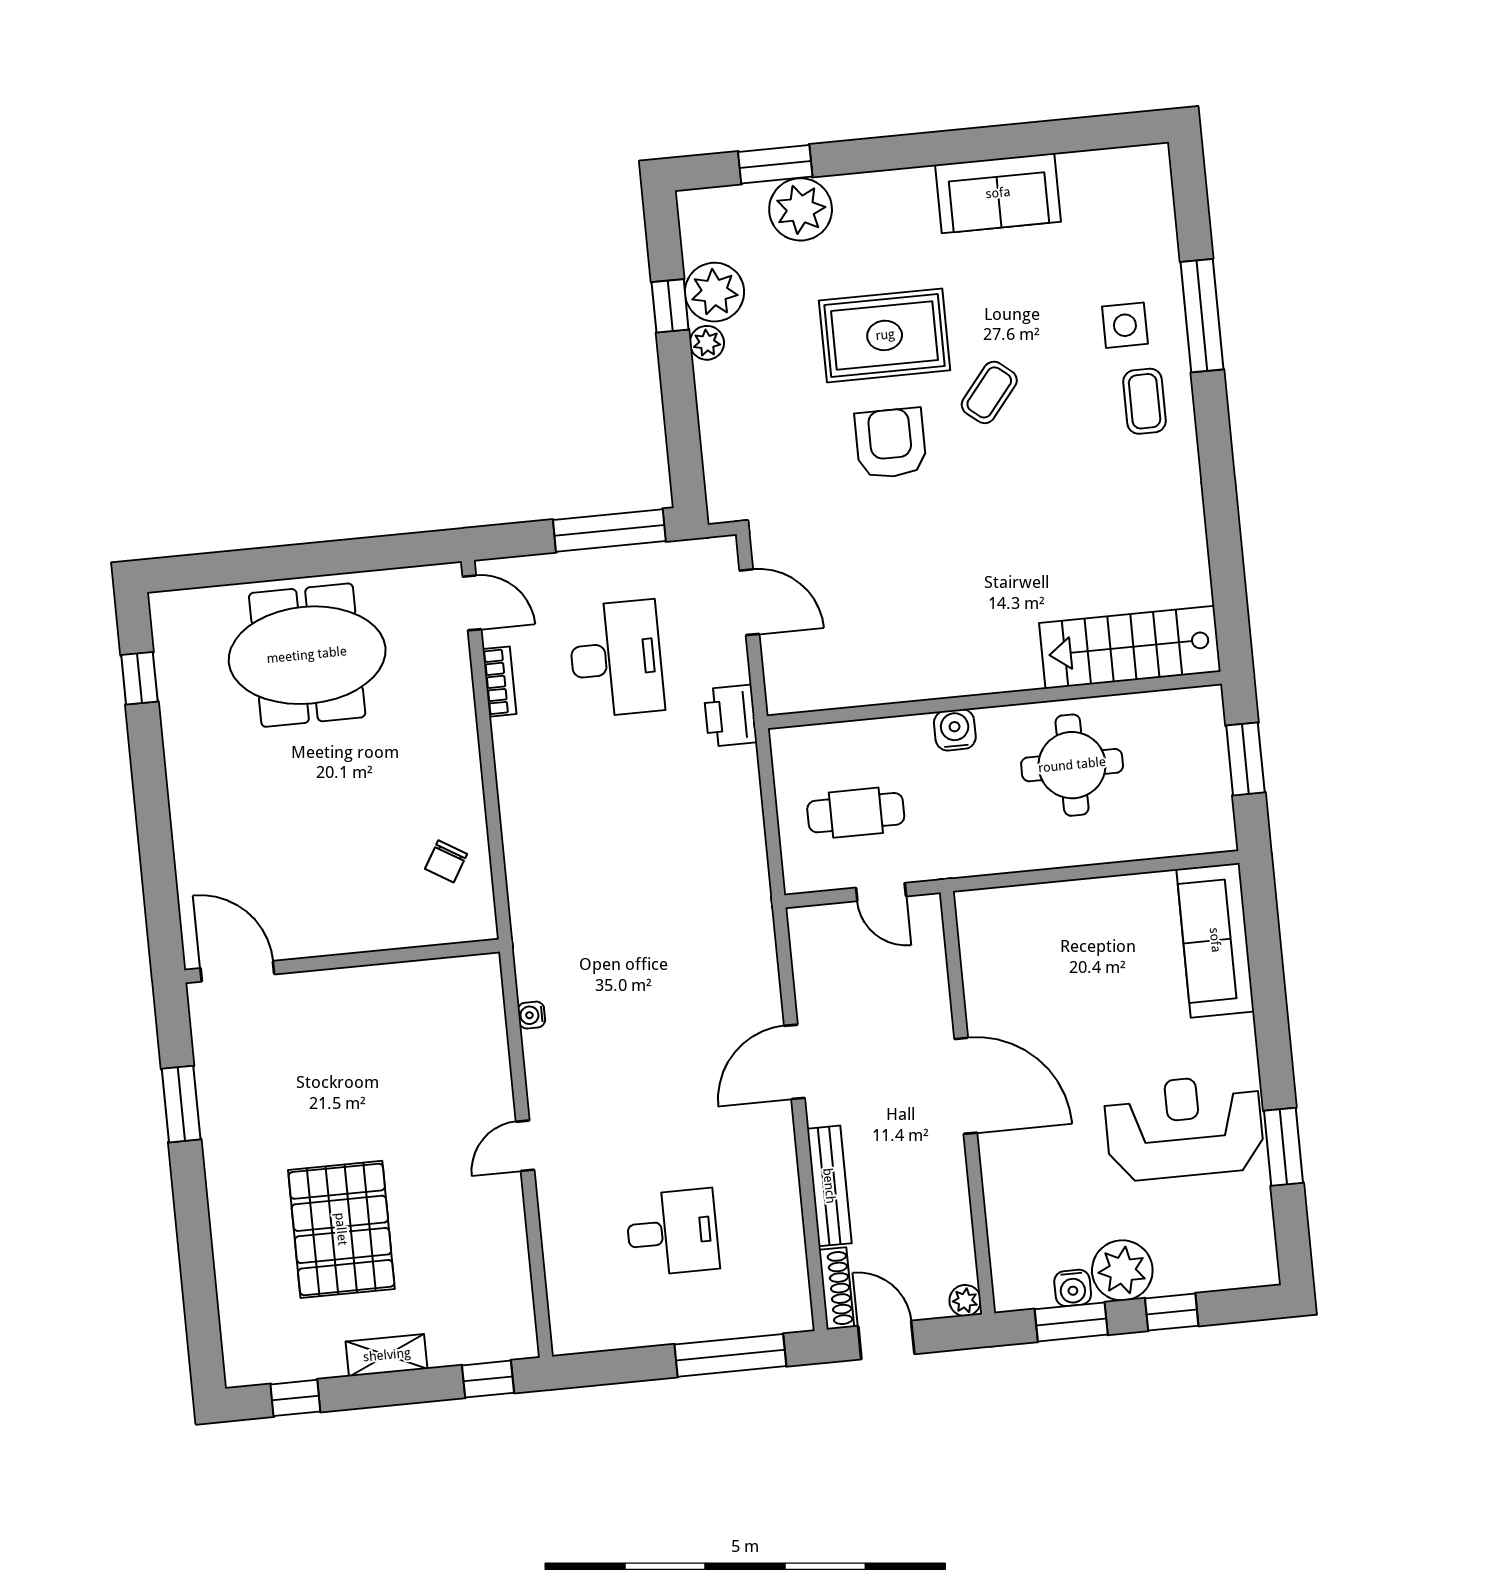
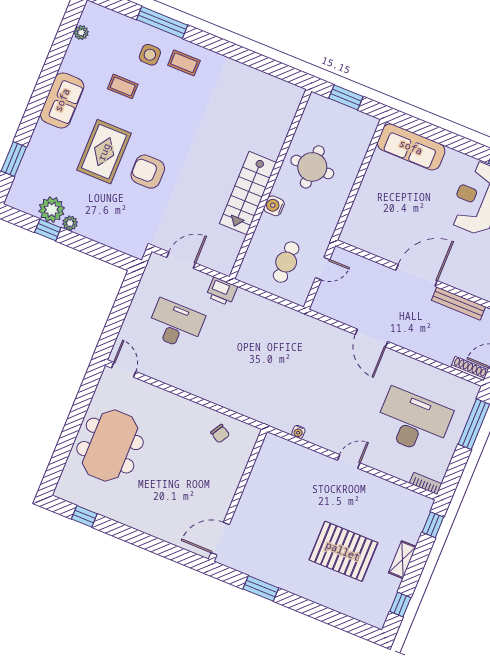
sofa: (998, 193) -> (62, 100), moved
plant: (801, 209) -> (81, 33), moved, width x0.53, depth x0.53
coffee table: (989, 392) -> (123, 86), moved, turned -39
window: (609, 530) -> (124, 301), removed
door: (472, 603) -> (124, 370), hinge flipped
stairs: (1130, 647) -> (248, 193), moved
bookcase: (499, 682) -> (426, 483), moved
door: (525, 1146) -> (349, 462), swing flipped
bench: (829, 1186) -> (459, 303), moved
desk: (672, 1232) -> (413, 421), width x1.87, depth x1.30

